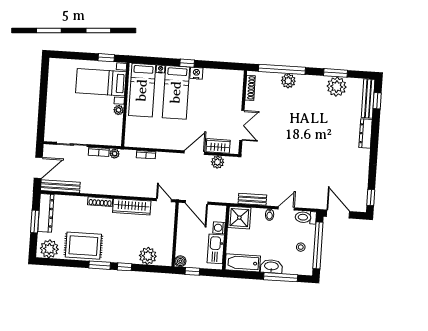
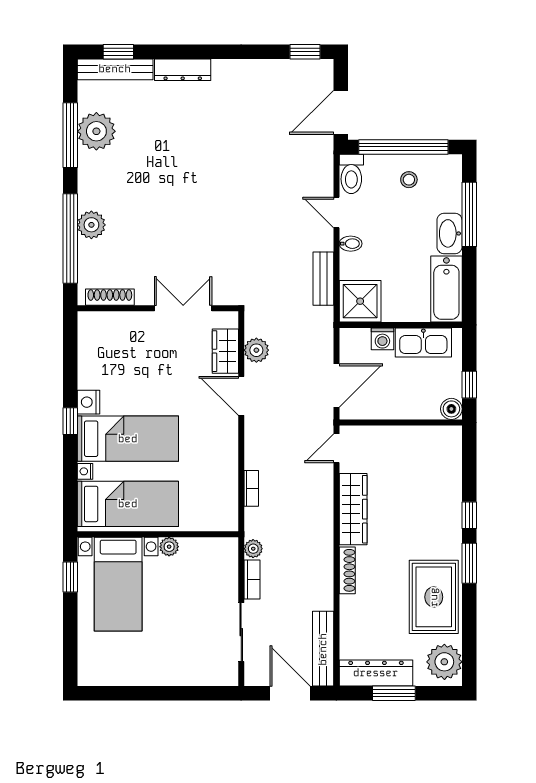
window: (336, 73) -> (70, 135), width x1.44
plant: (148, 256) -> (445, 472), removed

